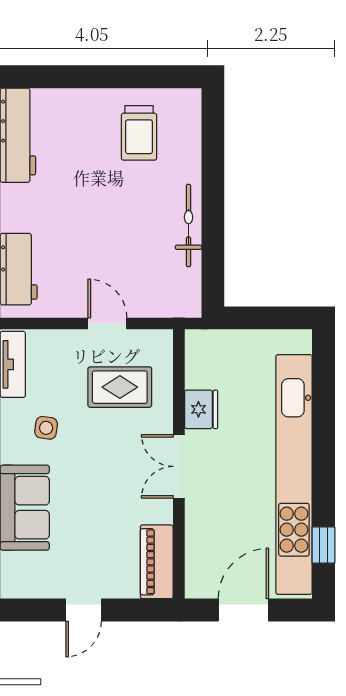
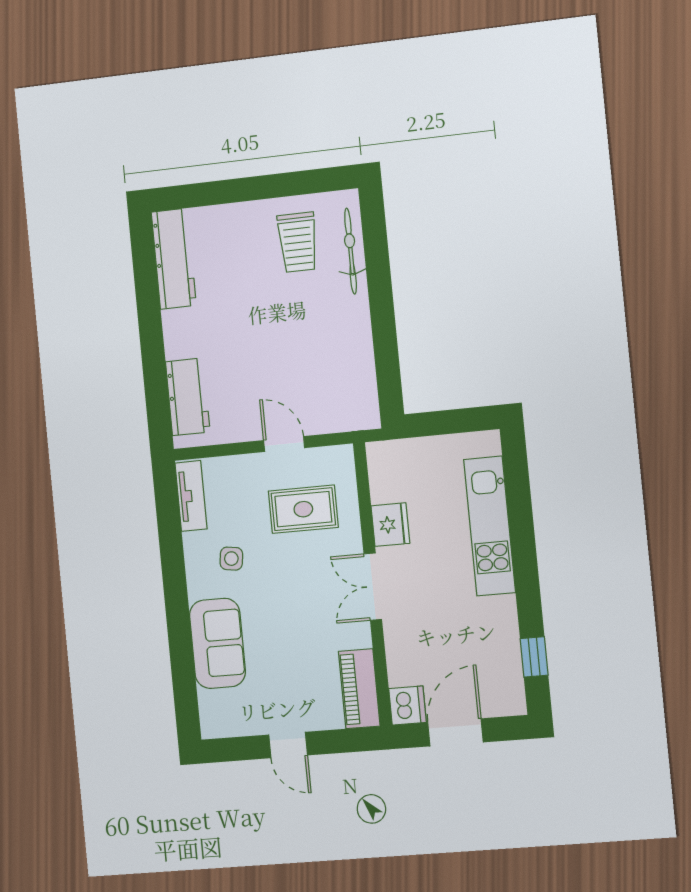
bicycle: (188, 225) -> (351, 251), moved
kitchen unit: (294, 475) -> (490, 526), width x0.54
dishwasher: (201, 581) -> (407, 706), added
door: (84, 610) -> (288, 745), hinge flipped

